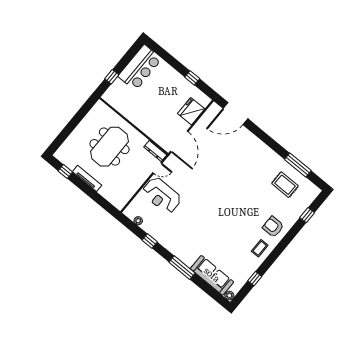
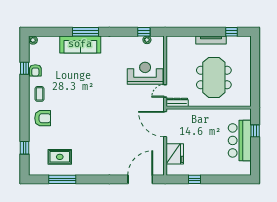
bar counter: (140, 68) -> (240, 140), moved
window: (150, 241) -> (144, 32), moved
armchair: (247, 270) -> (35, 70), added
sofa: (212, 275) -> (80, 44), moved

